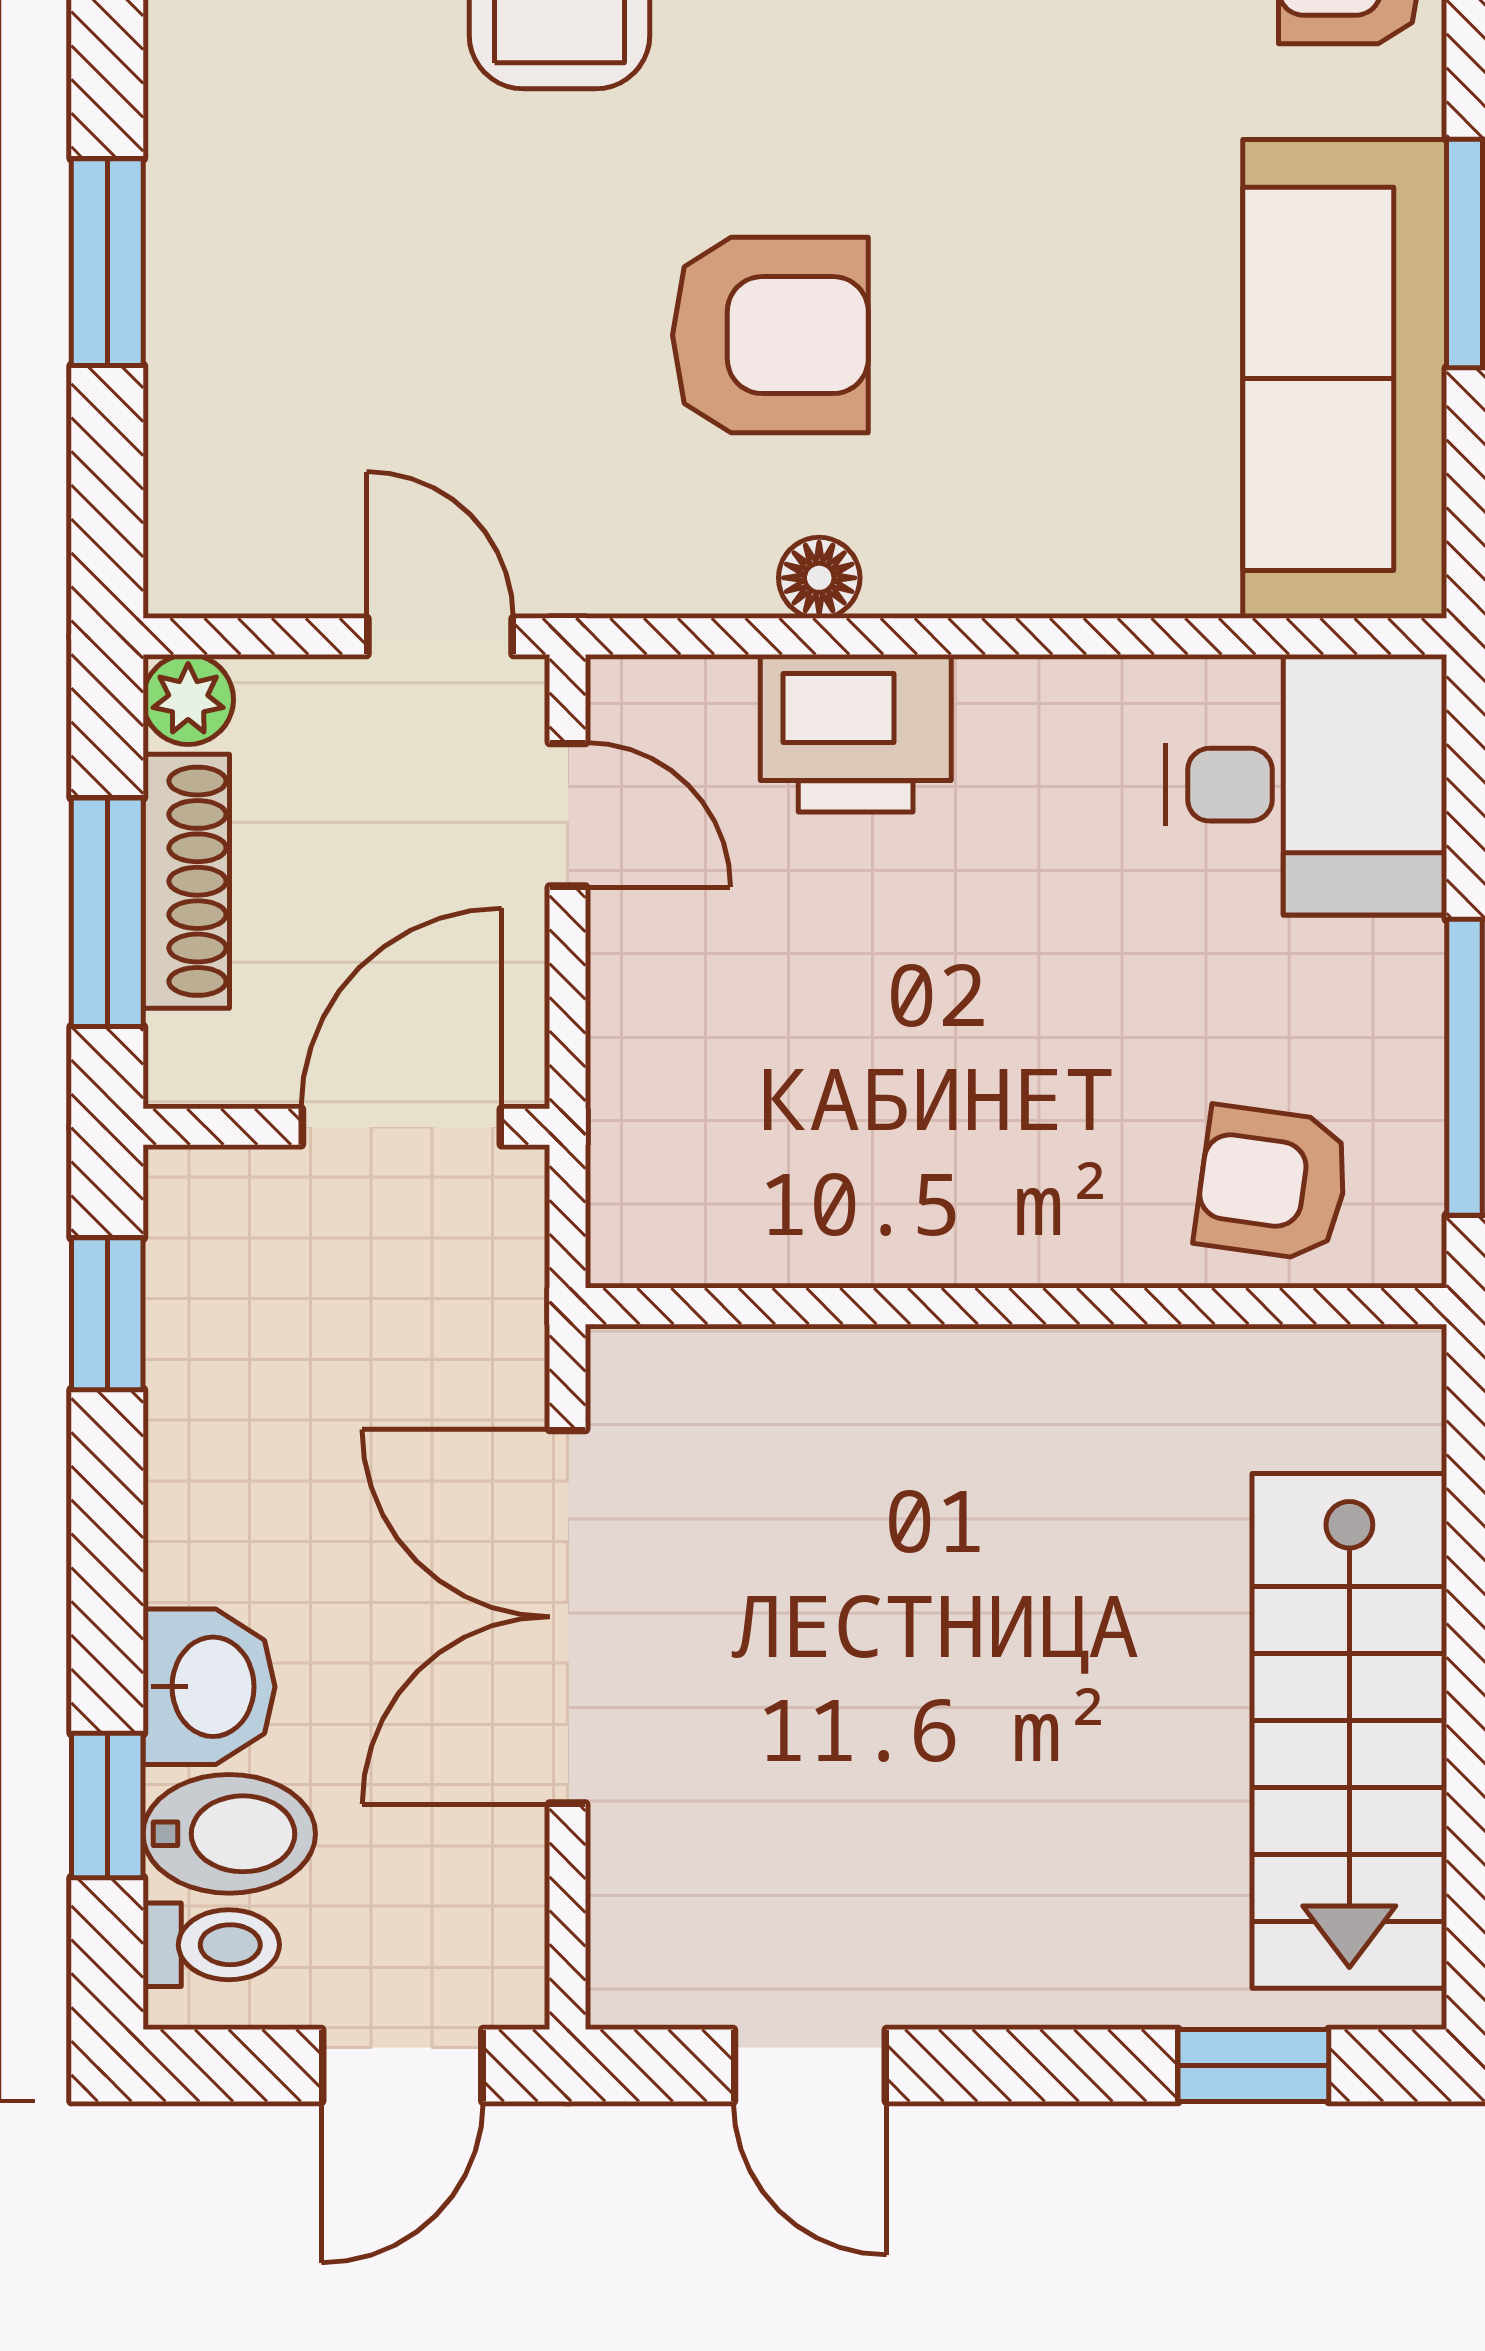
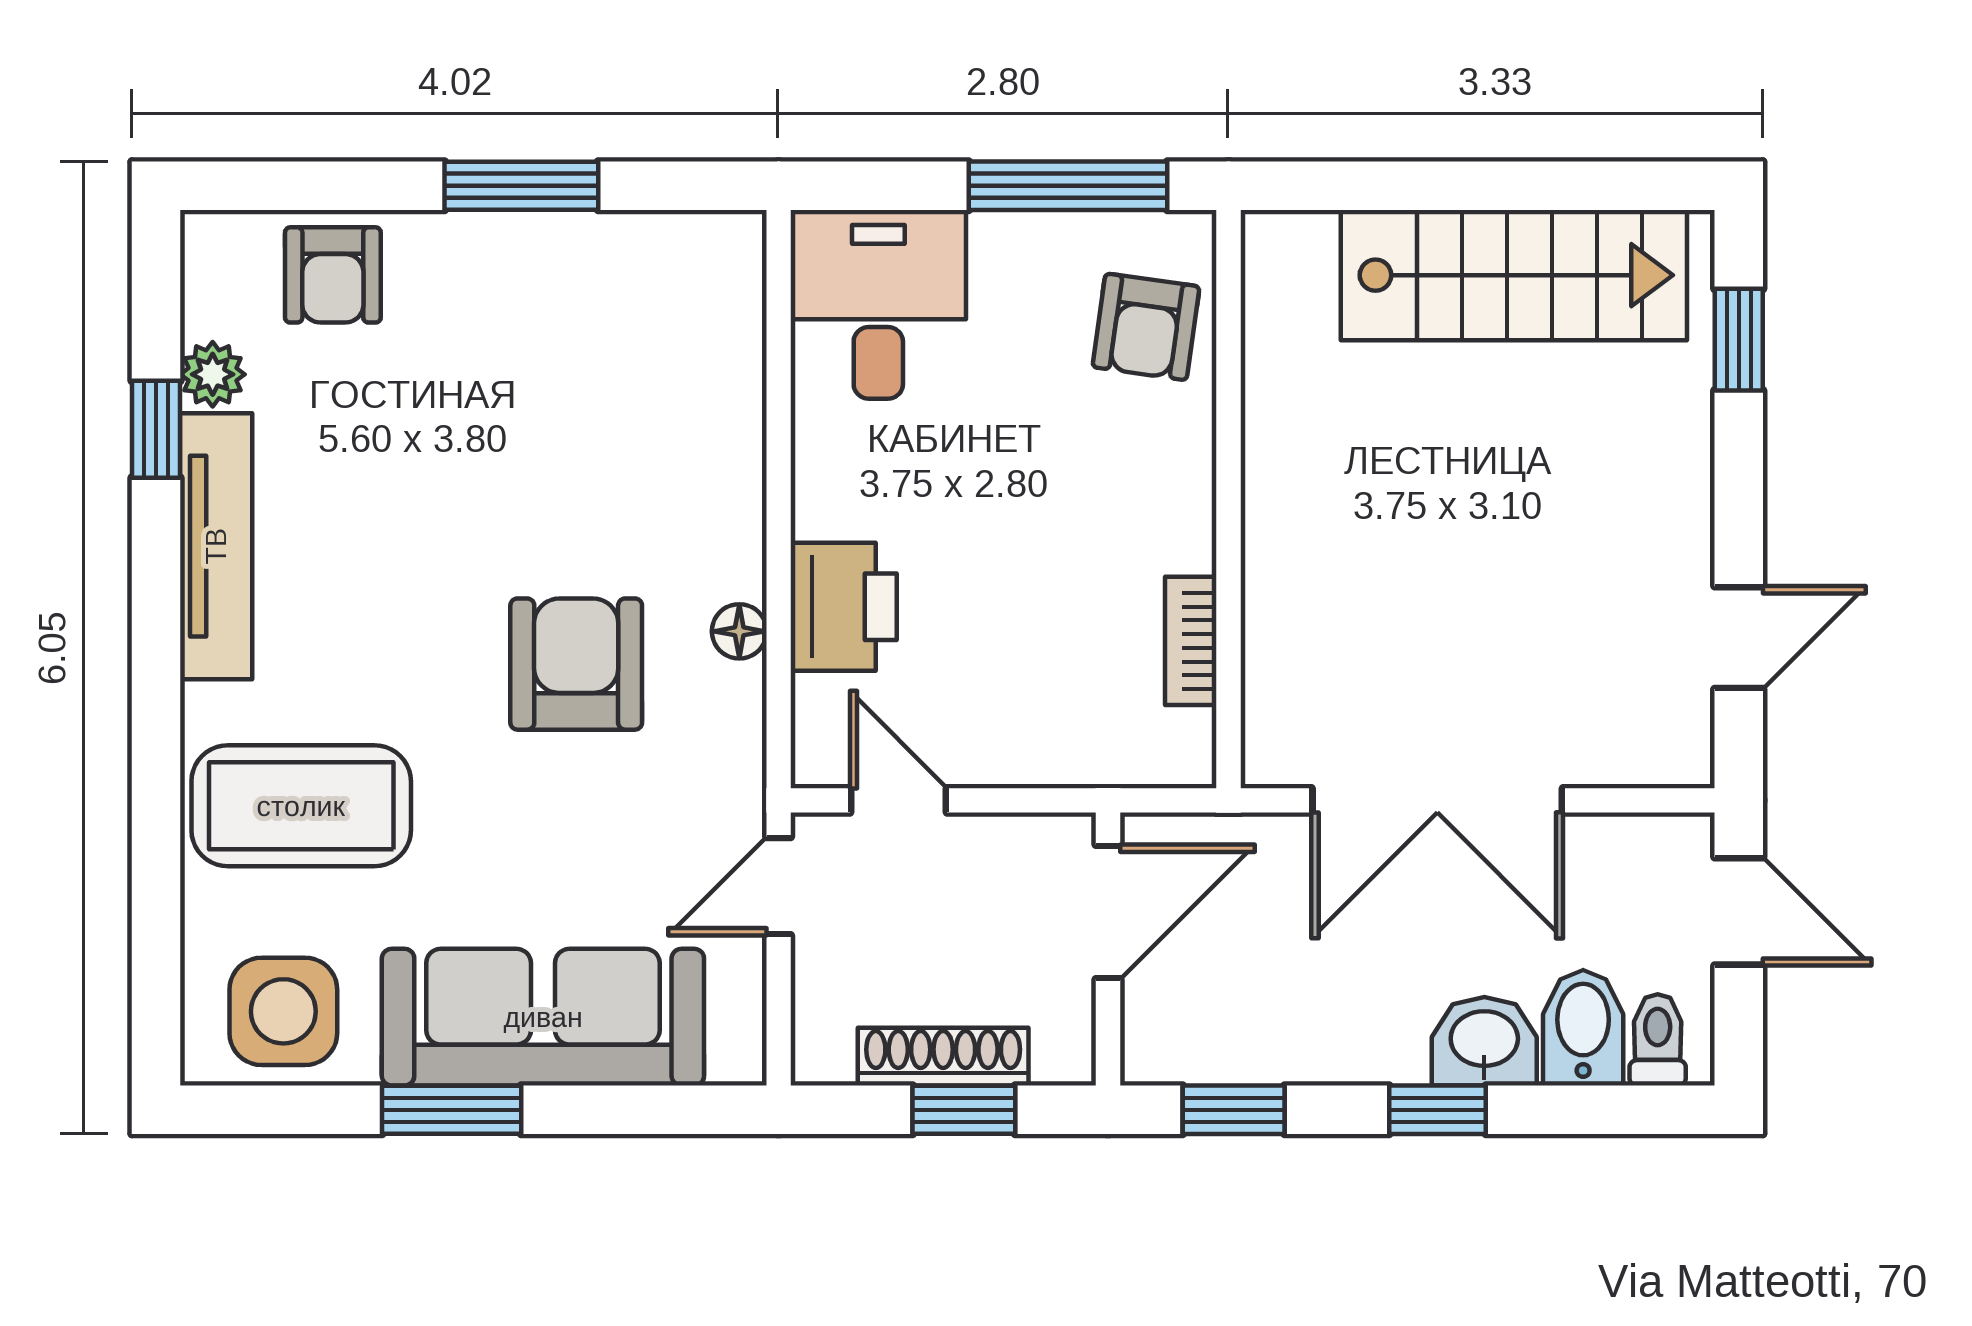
window: (107, 262) -> (452, 1110), moved
sofa: (1345, 379) -> (543, 1017), moved, turned 180
plant: (188, 699) -> (821, 1055), removed
door: (568, 815) -> (898, 800), hinge flipped
window: (107, 912) -> (964, 1110), width x0.67
door: (401, 1127) -> (1108, 912), swing flipped
bookcase: (805, 1250) -> (1191, 641), added
window: (107, 1806) -> (1437, 1110), moved

